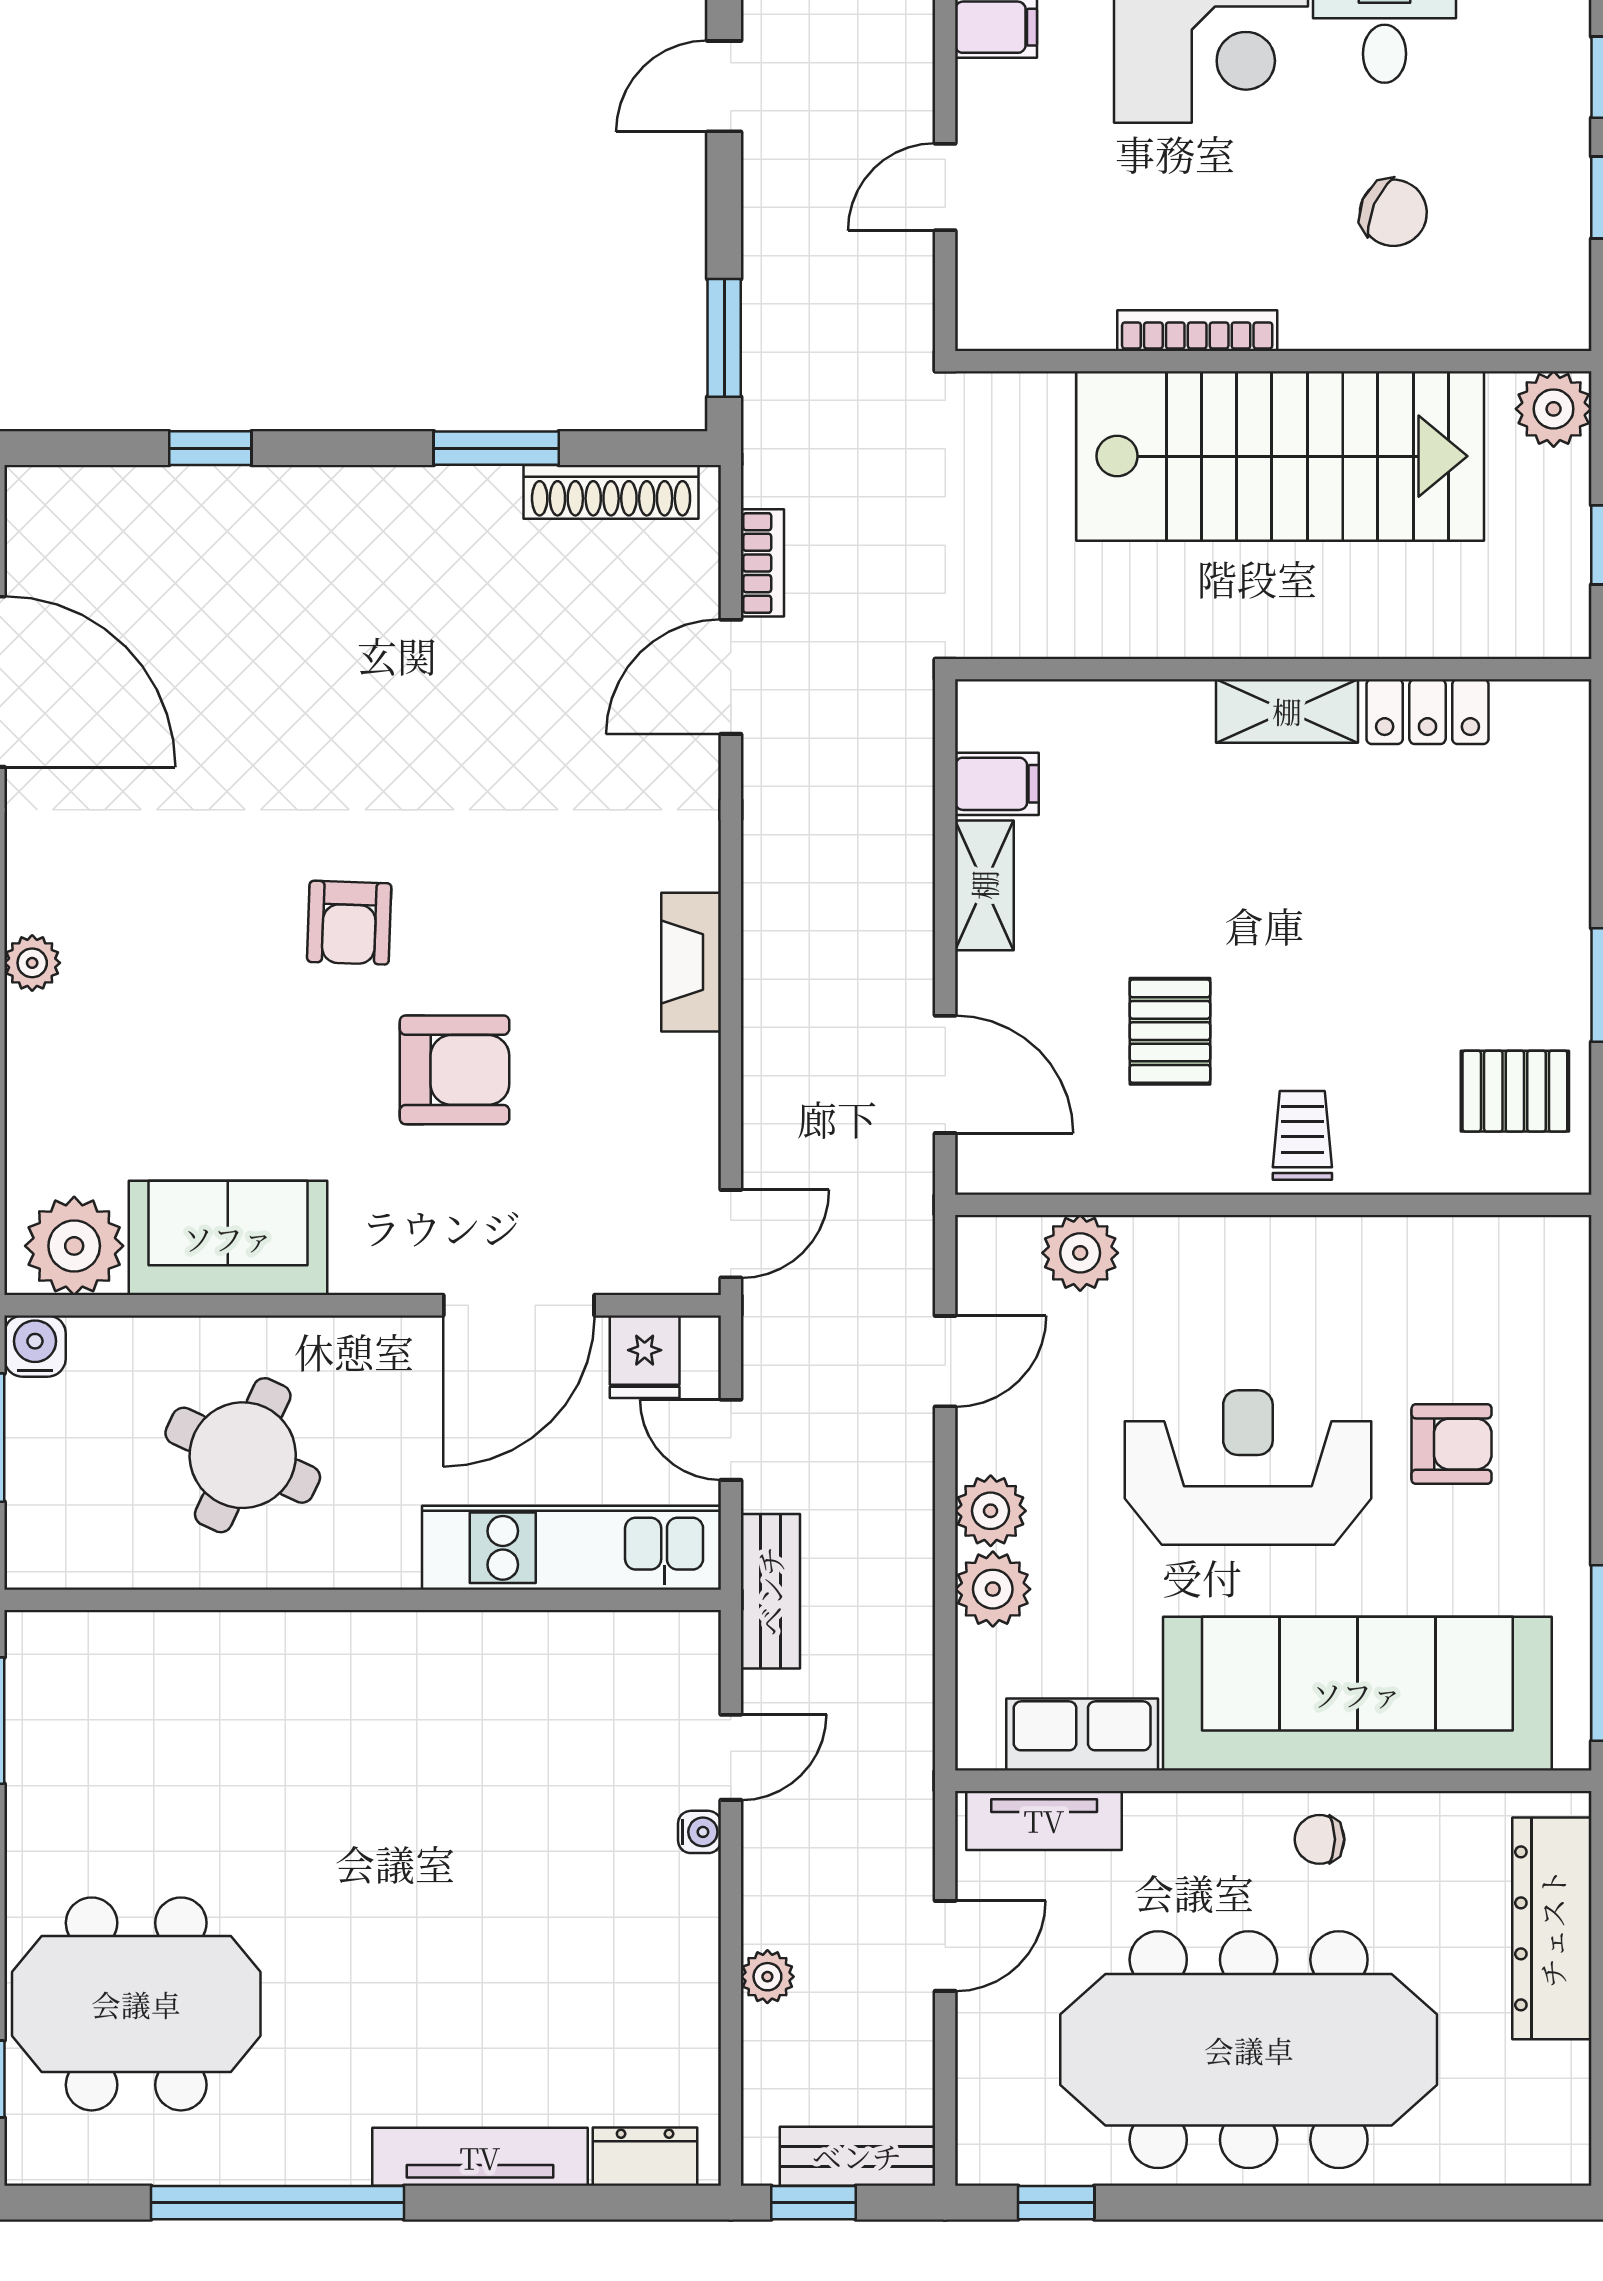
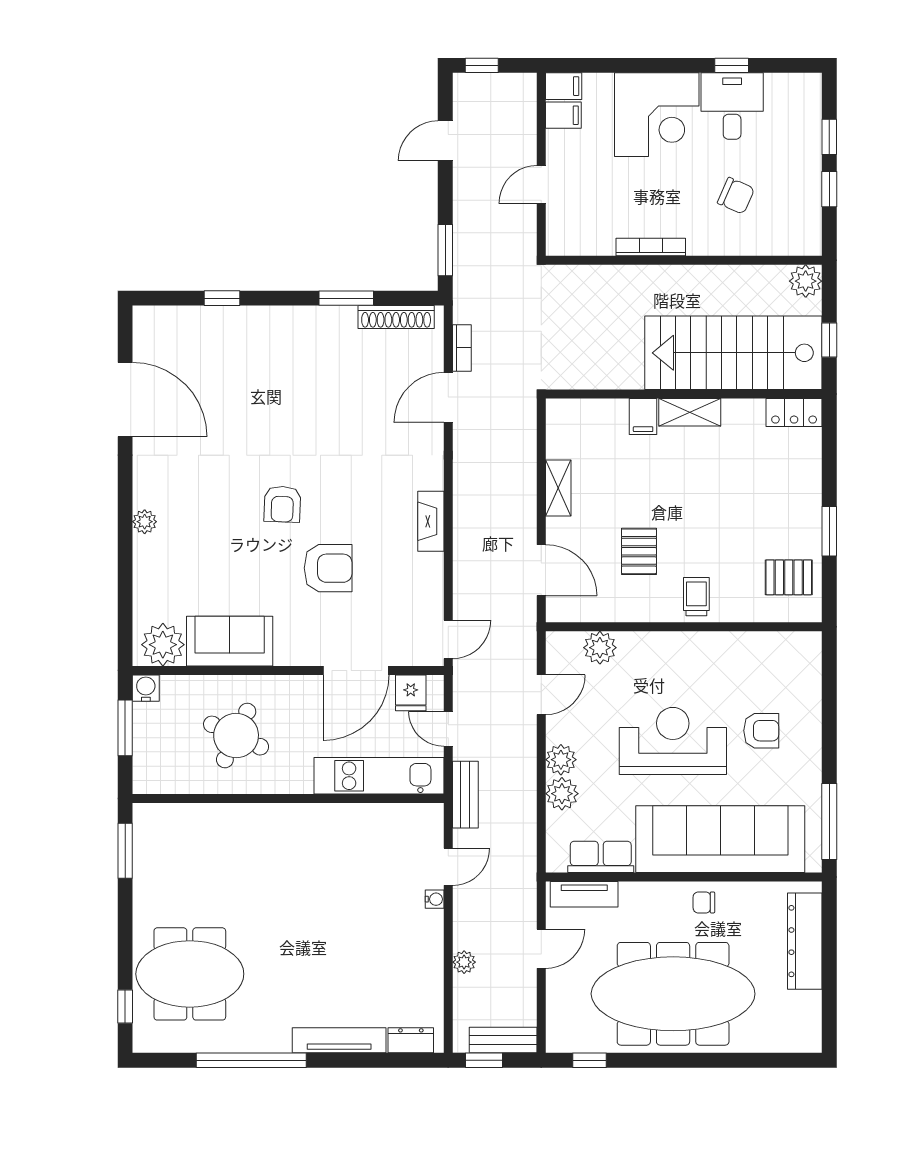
stairs: (1280, 456) -> (733, 353), moved, turned 180
locker: (1428, 712) -> (794, 413), moved
filing cabinet: (997, 784) -> (643, 417), moved, turned 90

